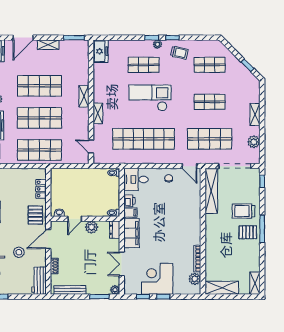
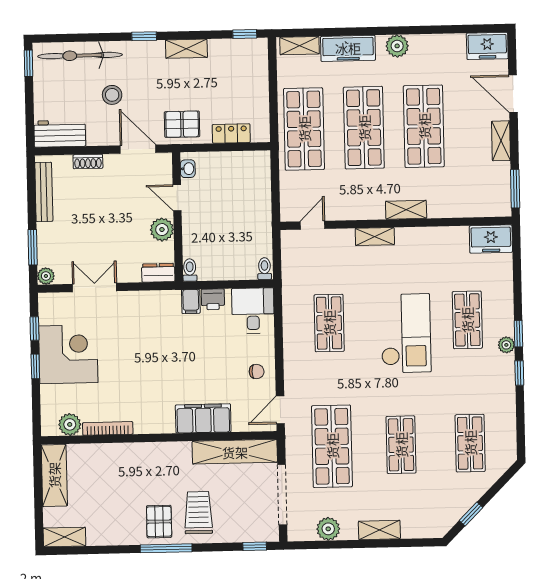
trolley: (179, 53) -> (492, 386), removed
shop shelf: (144, 139) -> (329, 323), width x0.50, depth x0.74
filing cabinet: (132, 233) -> (203, 418), moved, turned 180

